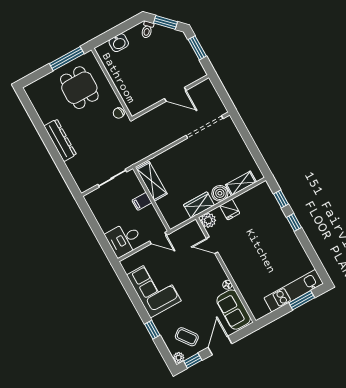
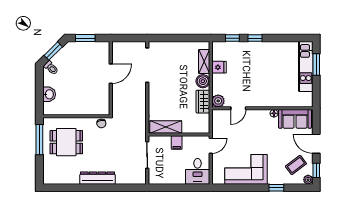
fridge: (230, 210) -> (219, 67), moved

